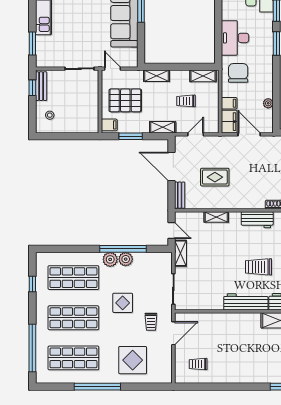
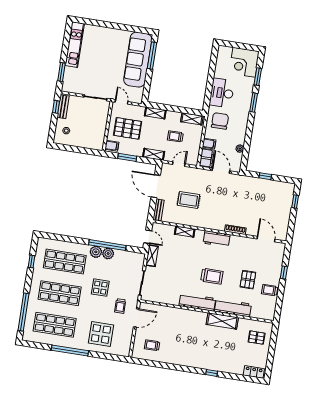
trolley: (259, 267) -> (212, 276), turned 180

